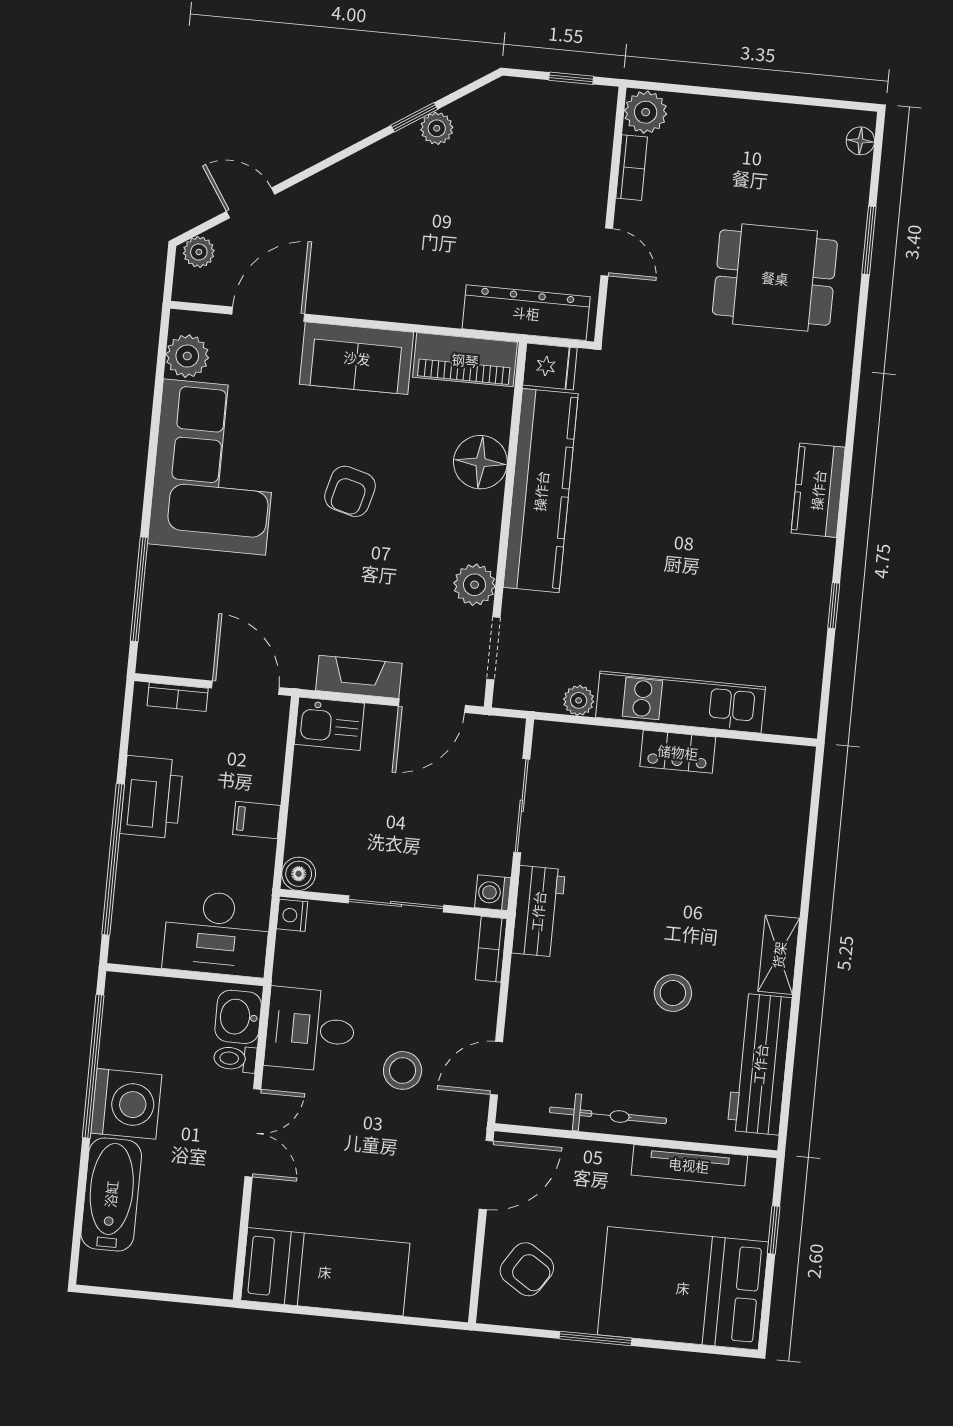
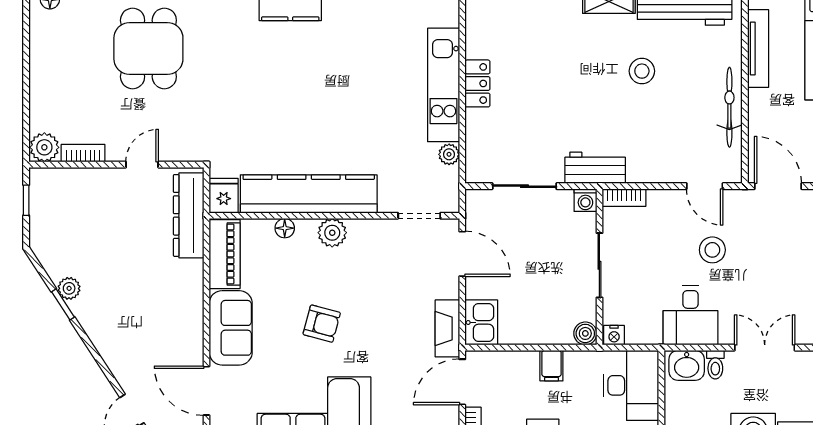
floor lamp: (480, 462) -> (285, 228), width x0.53, depth x0.53
plant: (475, 585) -> (332, 233), moved
fireplace: (359, 677) -> (447, 328), moved

